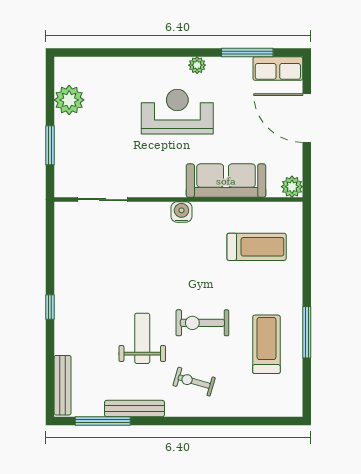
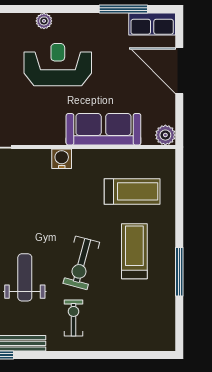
plant: (197, 65) -> (44, 21), moved
exercise bike: (202, 323) -> (81, 263), turned -75
treadmill: (266, 344) -> (134, 251), moved
exercise bike: (194, 382) -> (73, 318), turned 74

